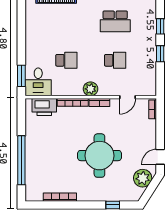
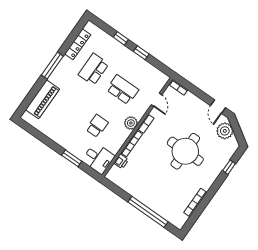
school desk: (115, 21) -> (94, 69), turned 180
school desk: (115, 60) -> (123, 90), width x1.85
window: (21, 76) -> (72, 158), moved
printer: (44, 107) -> (121, 161), width x0.53, depth x0.68

